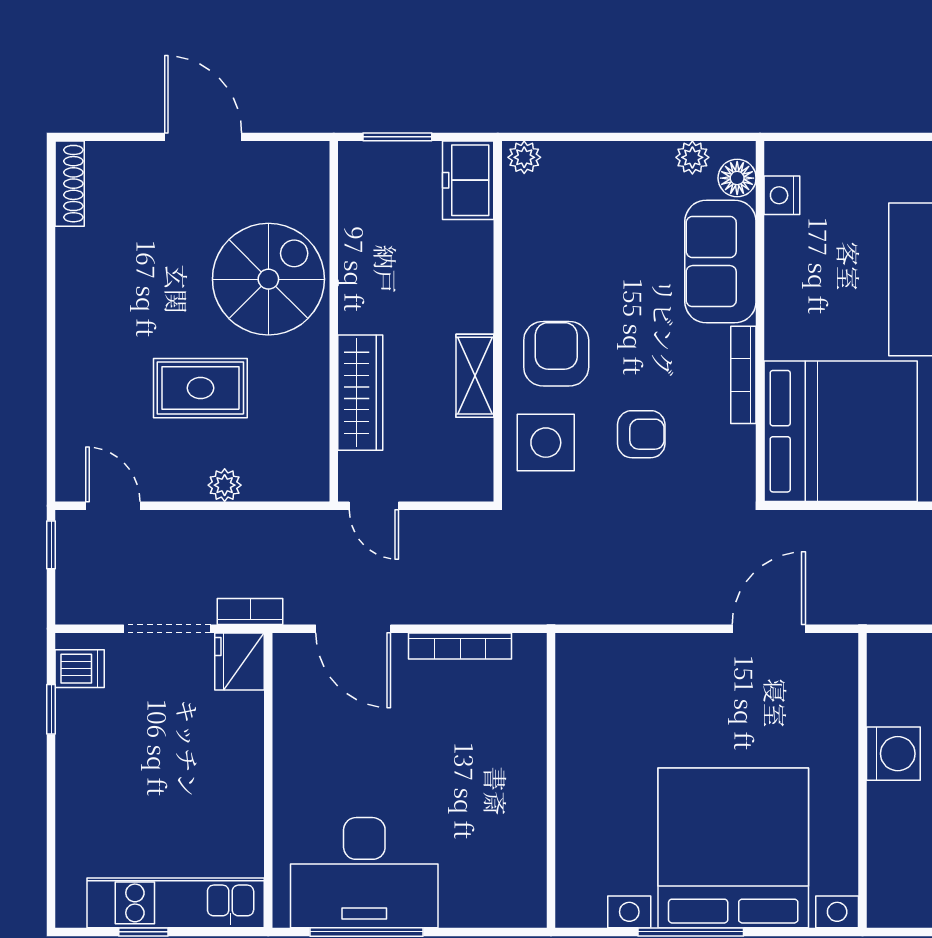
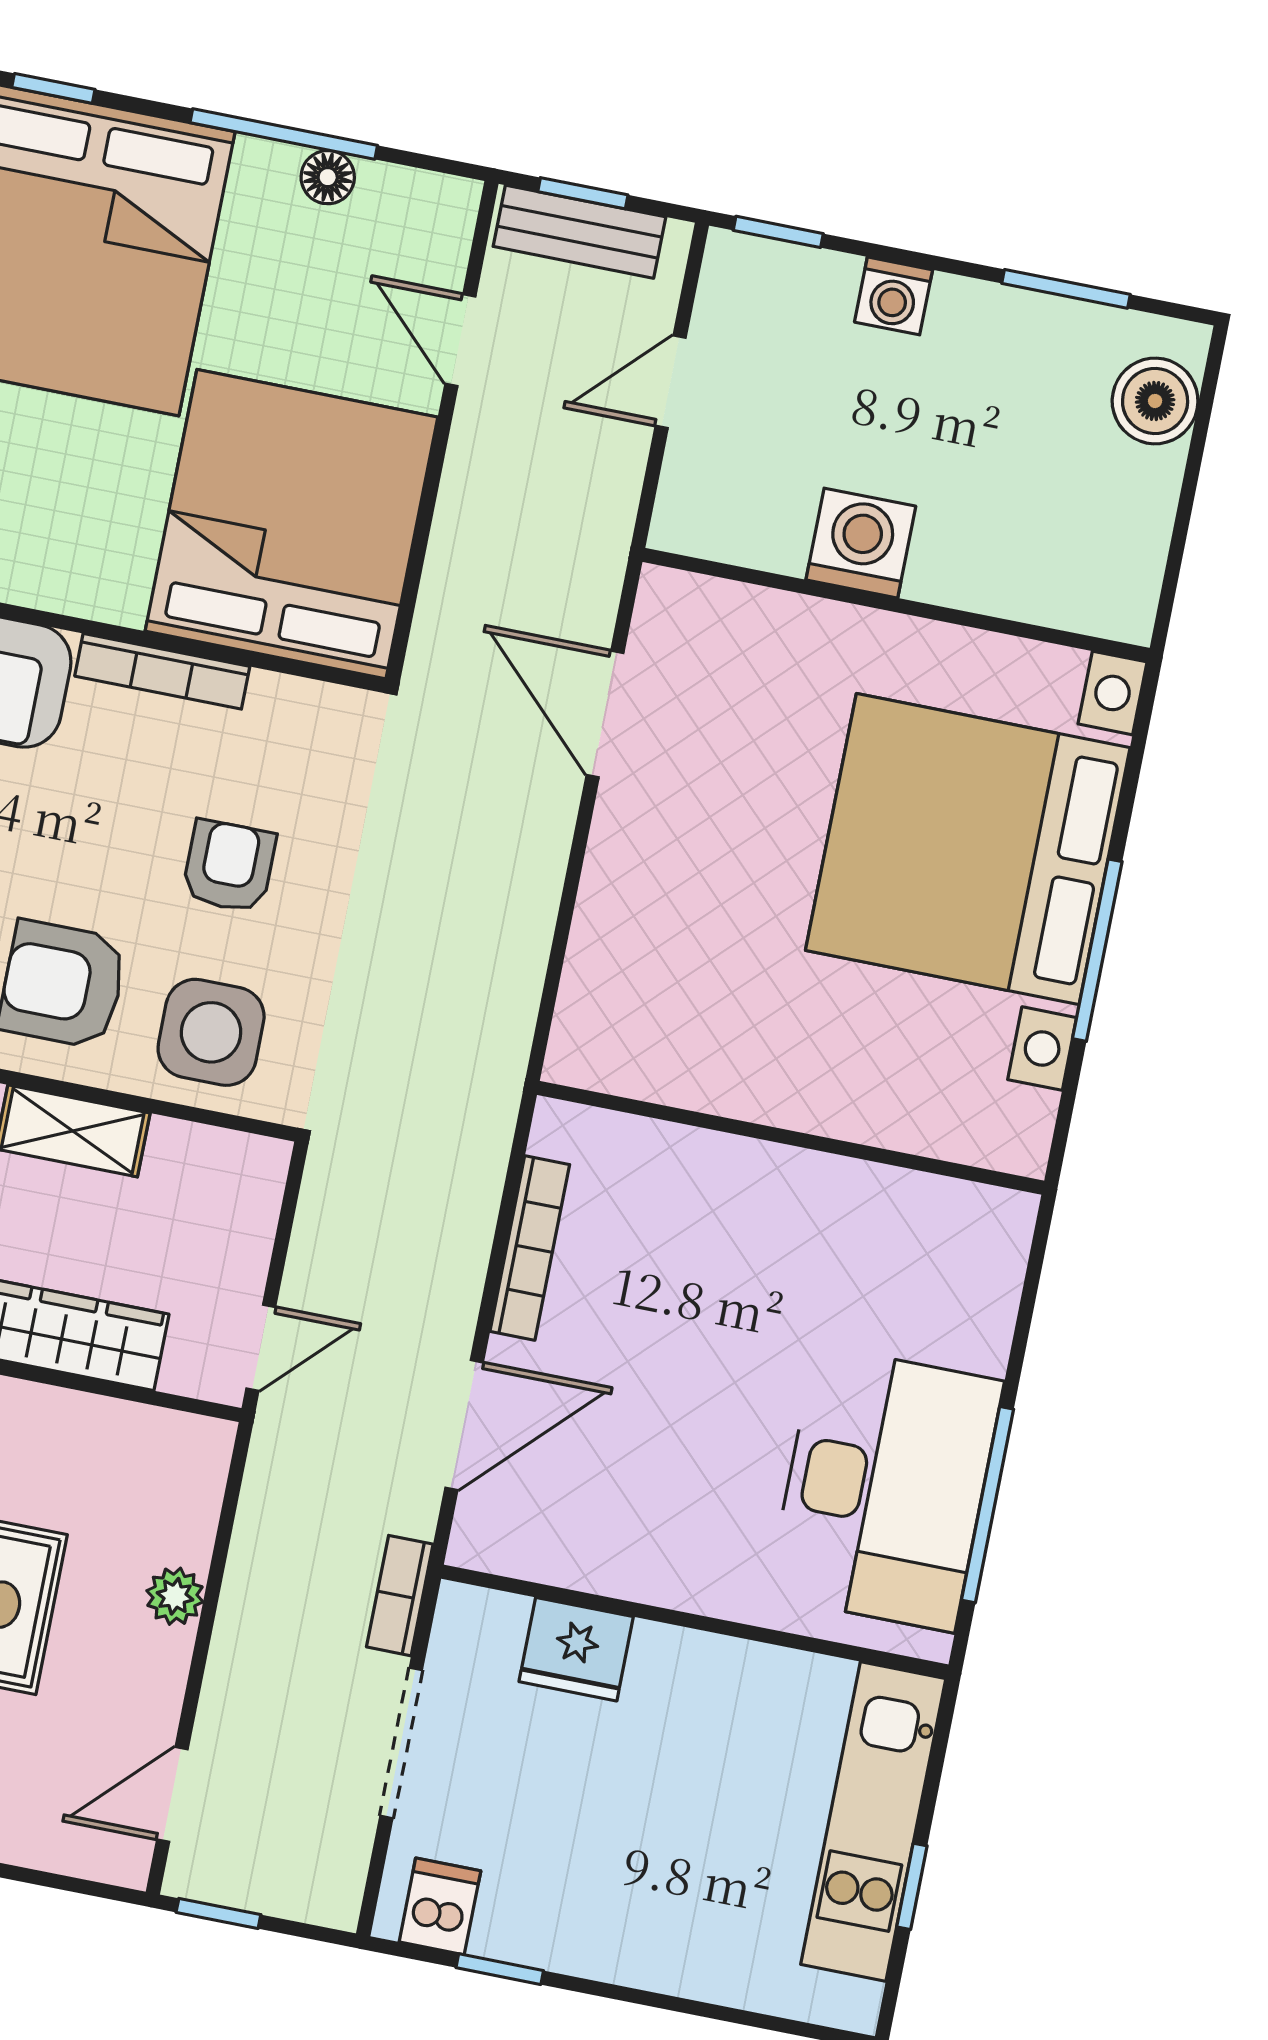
fridge: (239, 661) -> (576, 1649), moved

